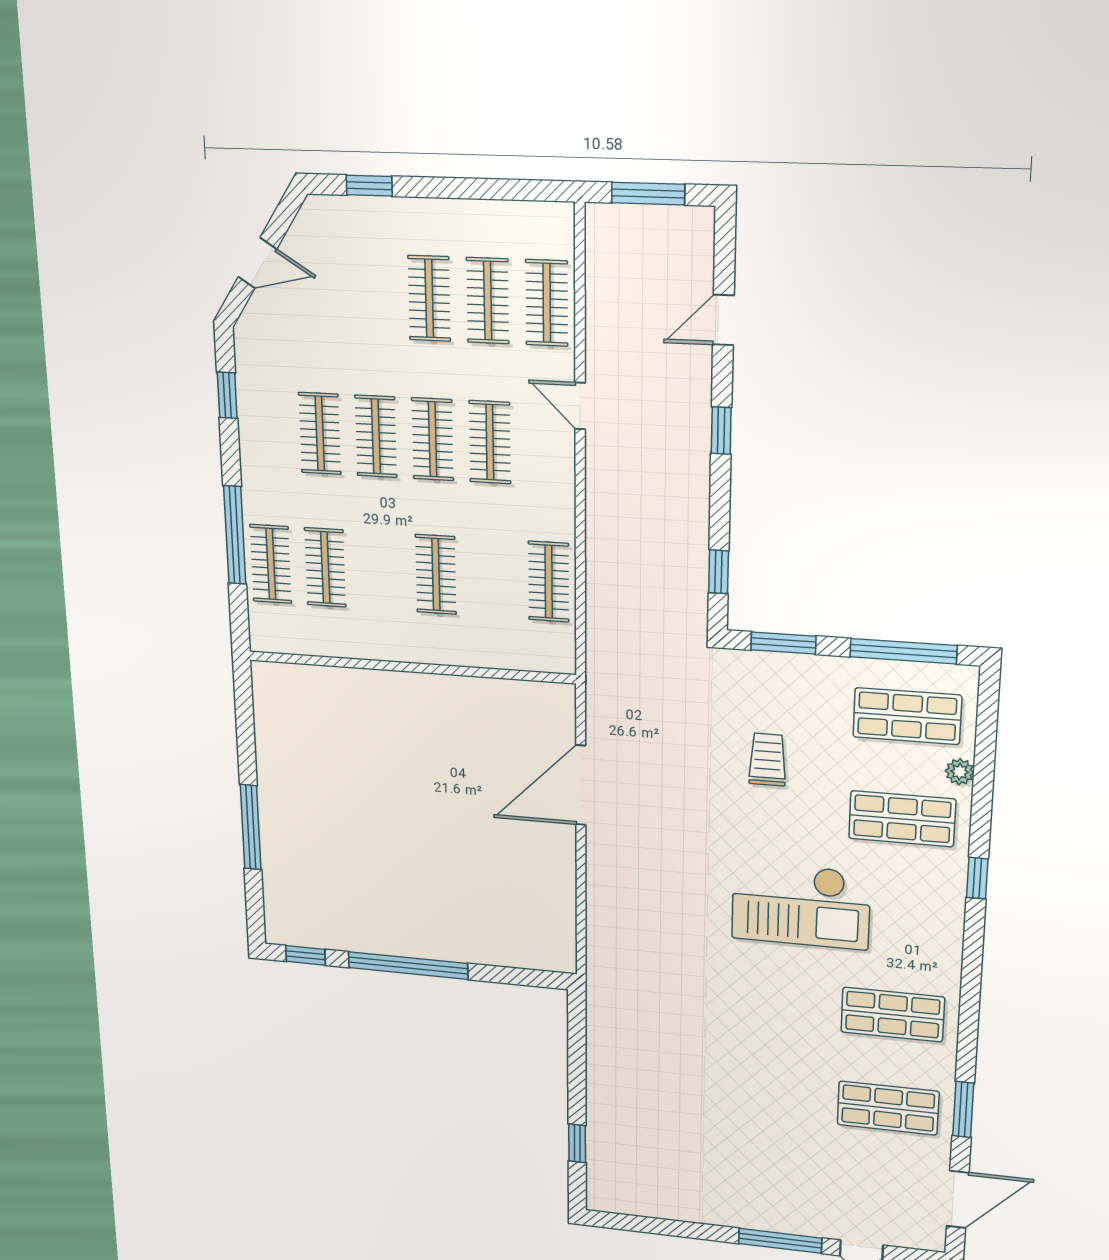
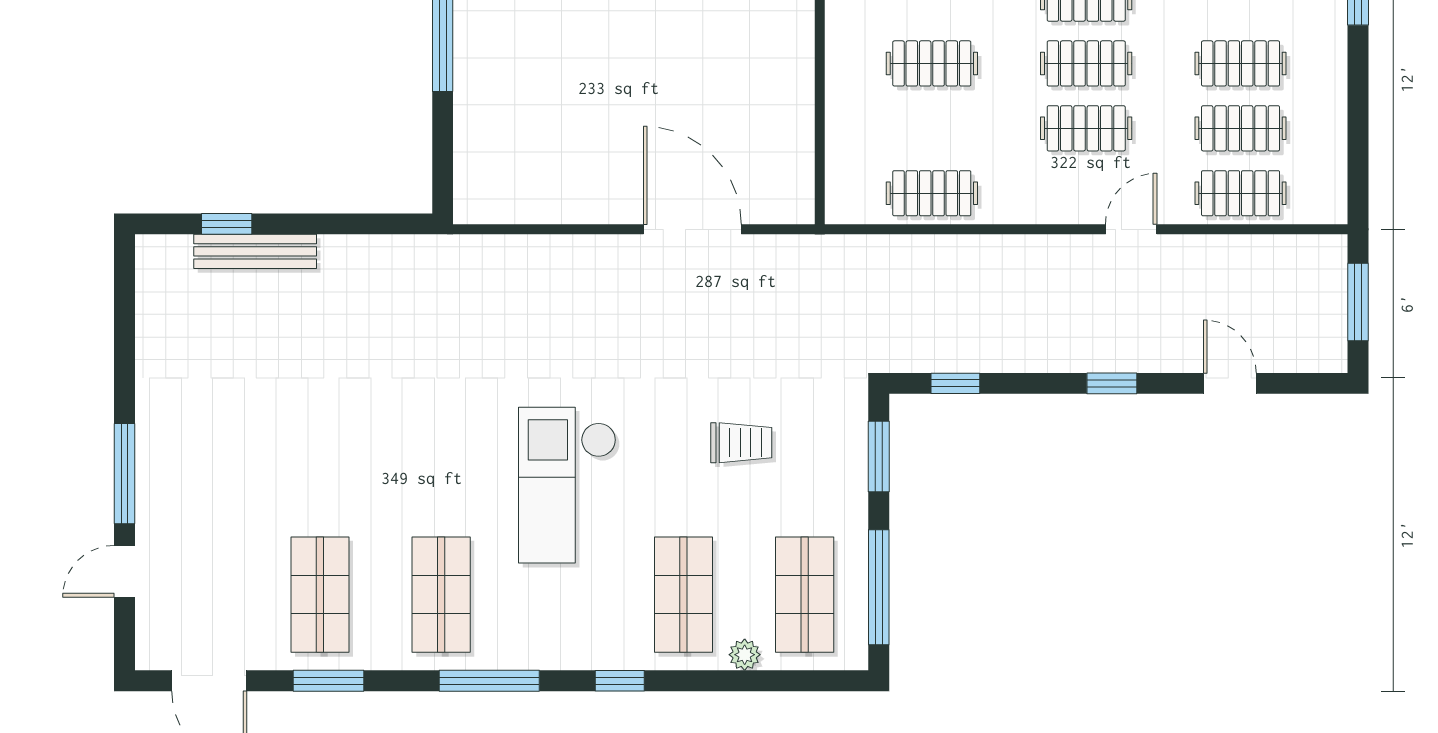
window: (971, 984) -> (489, 681), added
bench: (599, 1125) -> (255, 251), added

